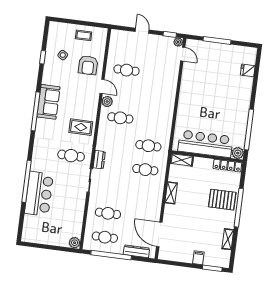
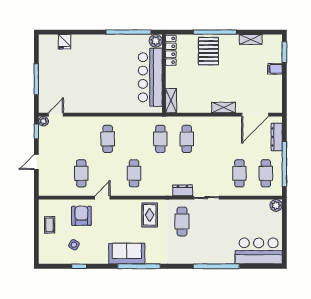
armchair: (88, 65) -> (81, 216), turned -90
cafe table: (155, 98) -> (108, 139), added
plant: (107, 102) -> (118, 190), removed
shelving: (171, 193) -> (223, 108), moved
bar counter: (39, 194) -> (259, 251), moved

